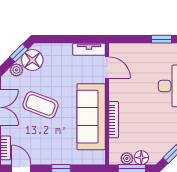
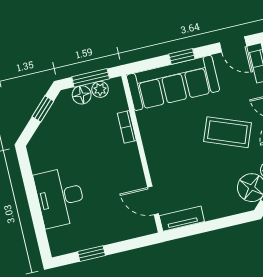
sofa: (91, 117) -> (173, 83), moved, turned 90
bookcase: (114, 120) -> (127, 127), width x0.64

